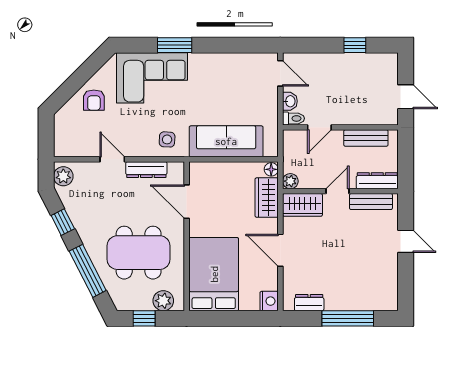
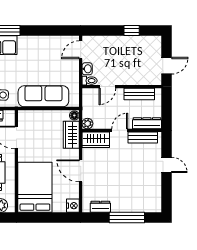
door: (280, 73) -> (81, 50), swing flipped
door: (406, 97) -> (166, 66), hinge flipped

